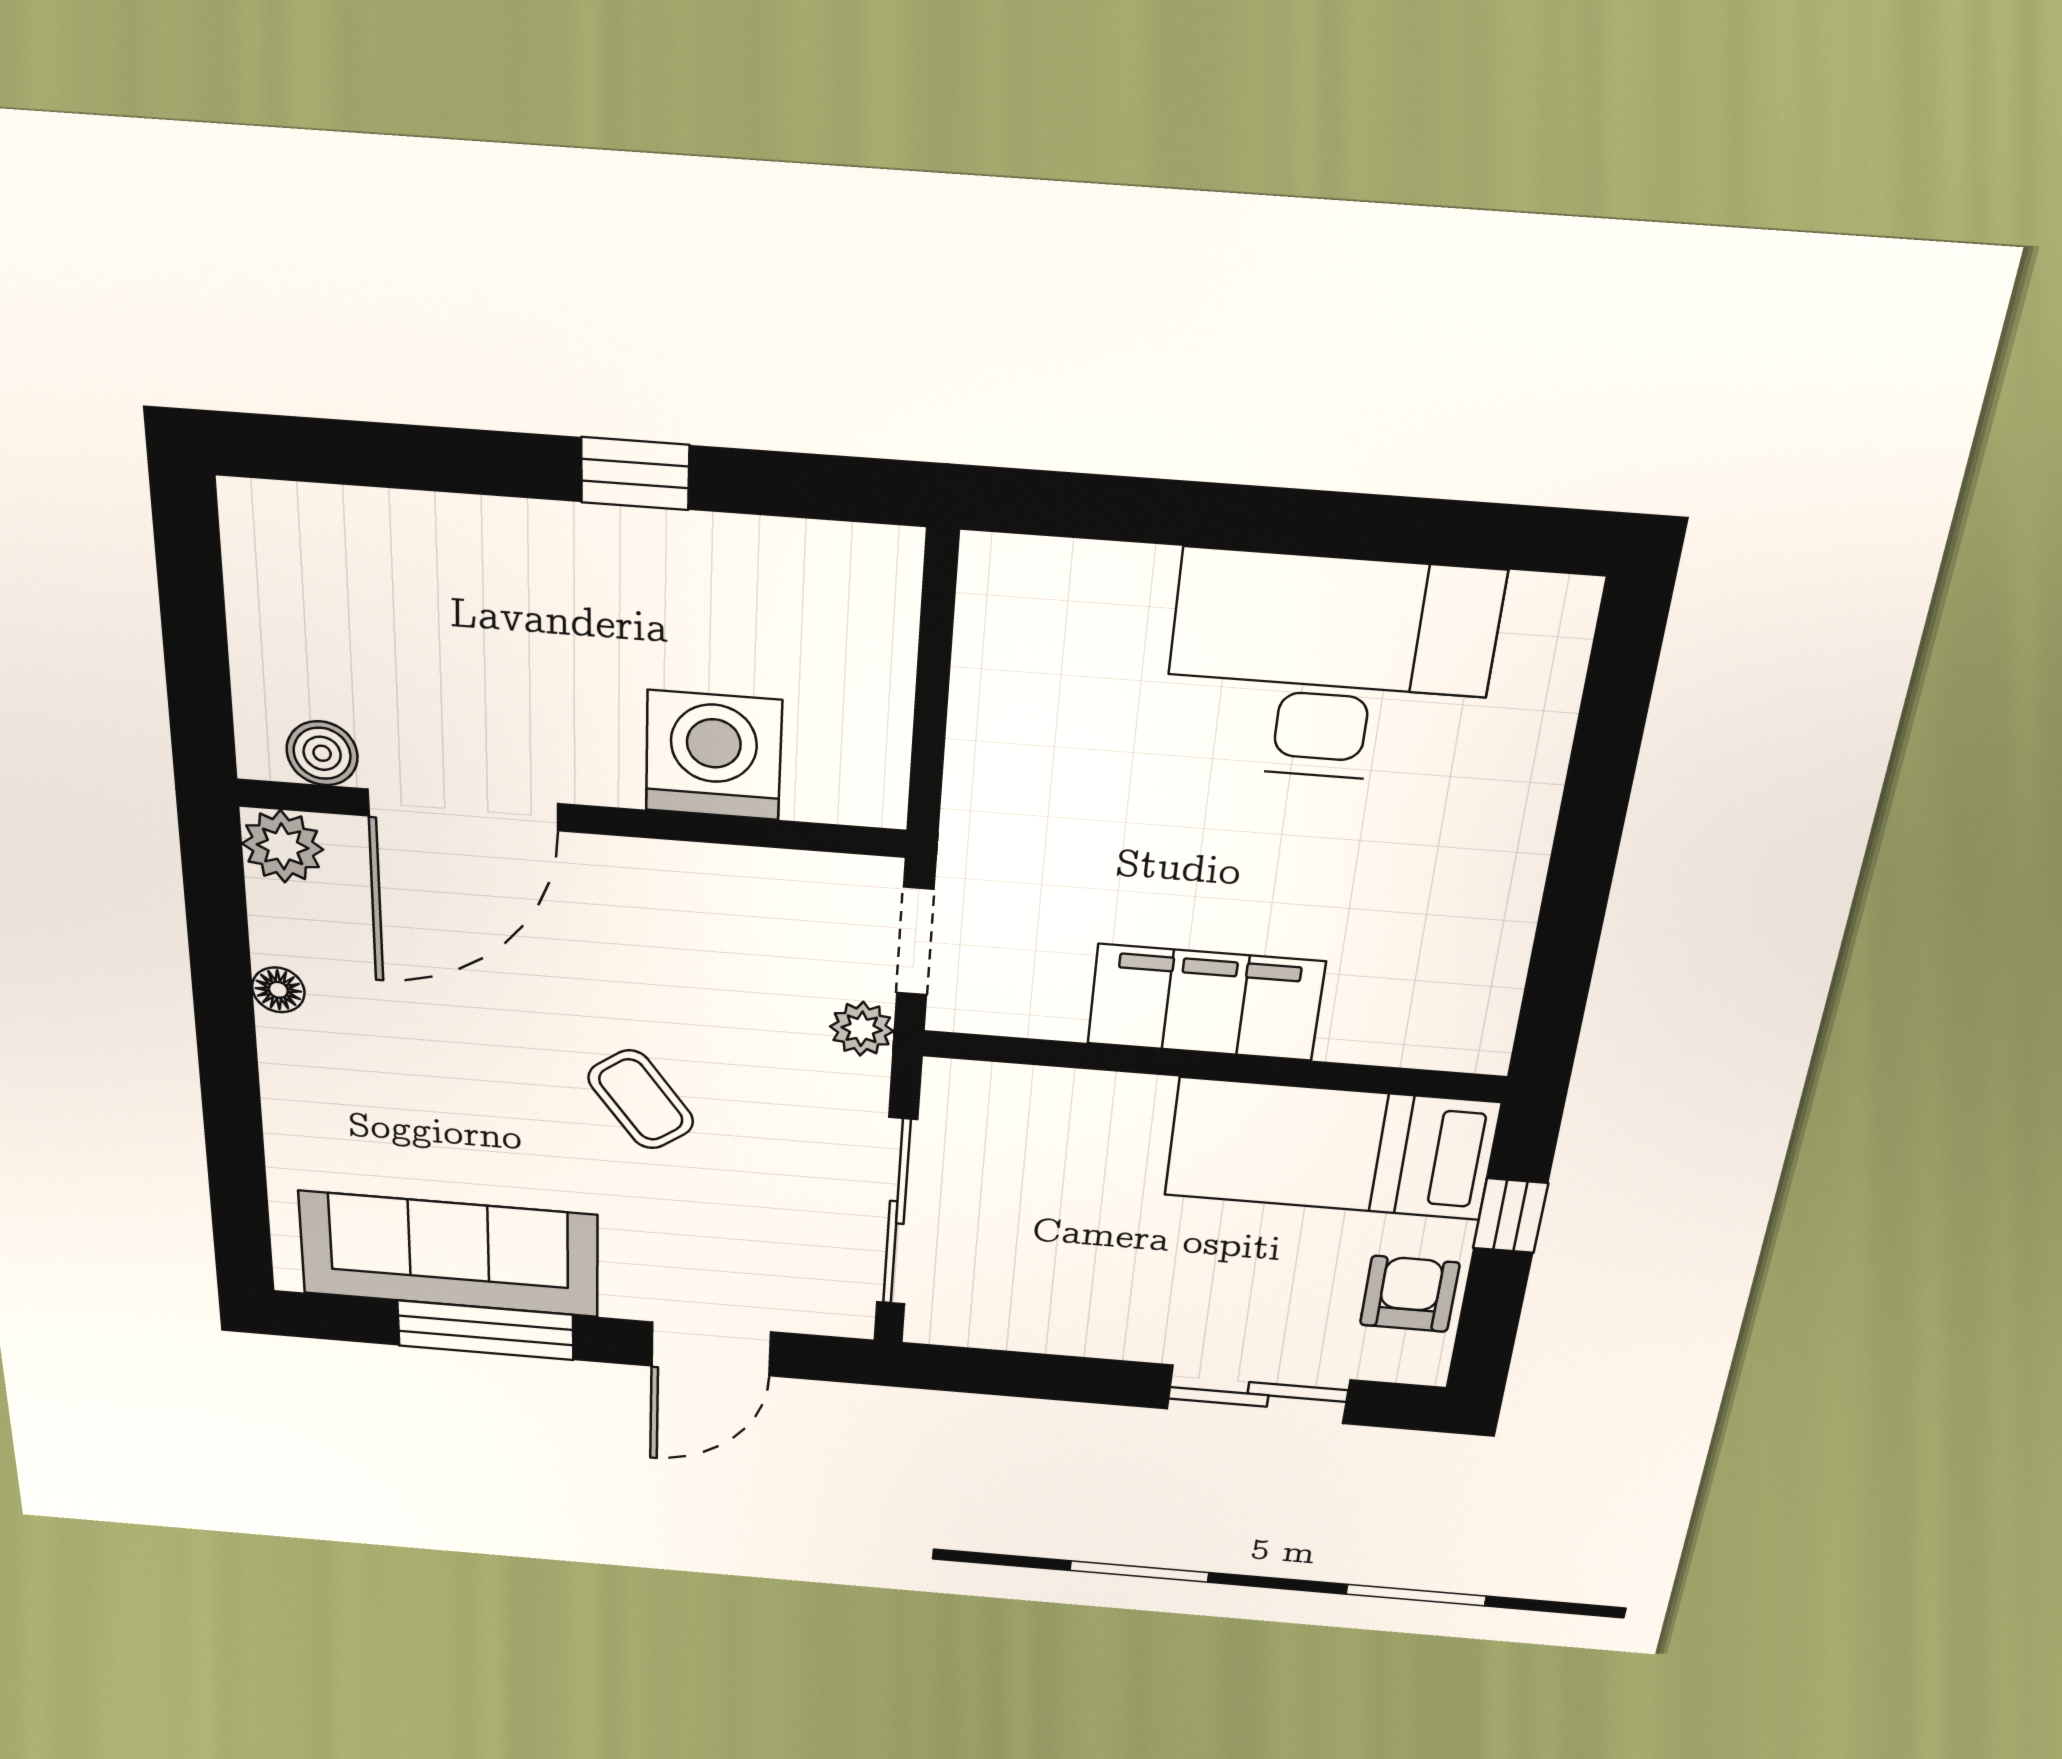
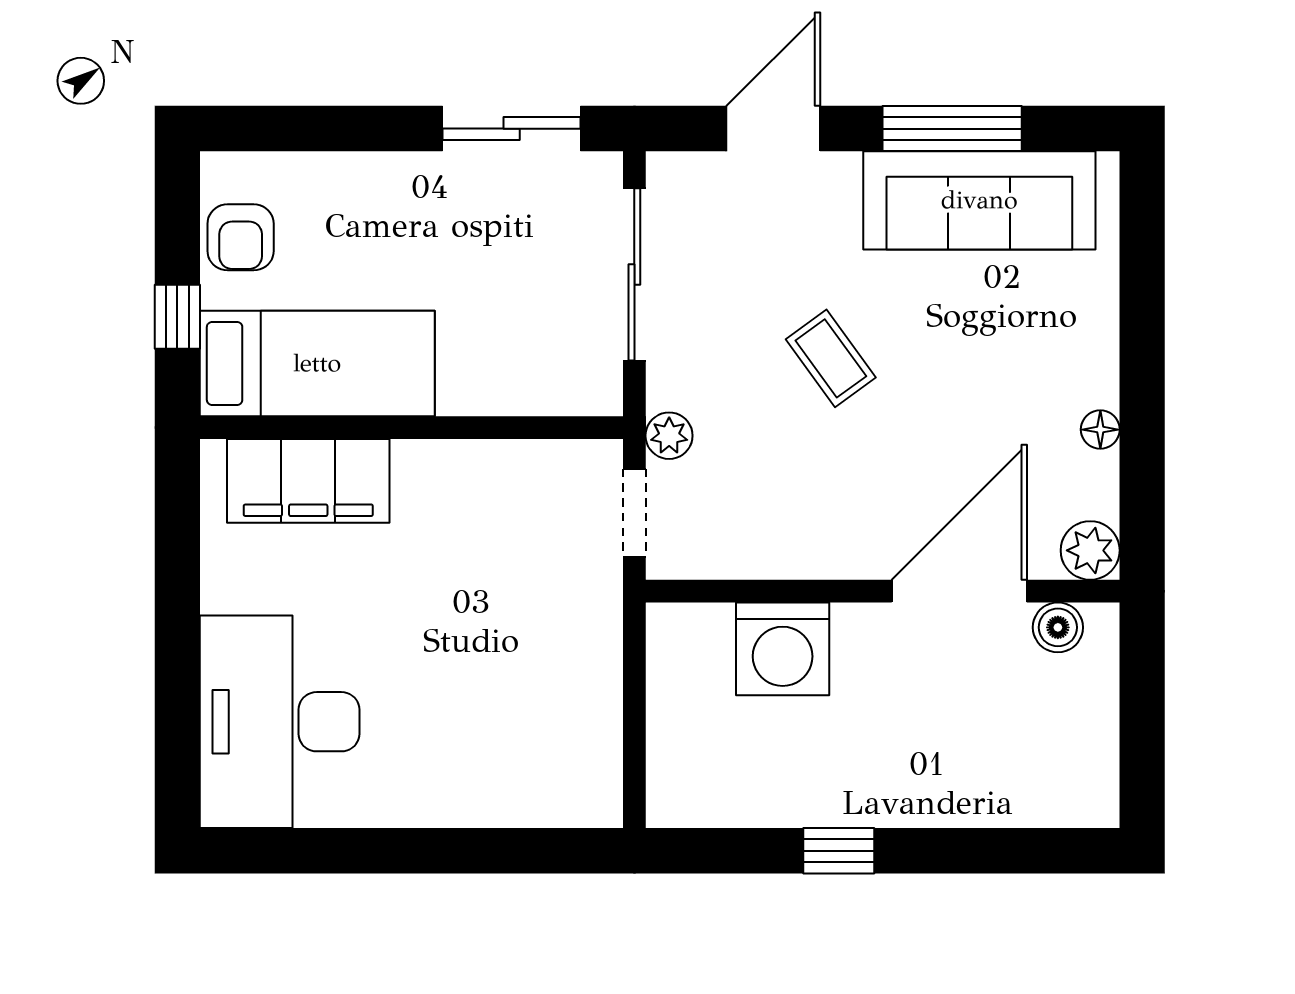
desk: (1329, 669) -> (280, 722), moved, turned 90
filing cabinet: (1206, 1003) -> (308, 481), moved
sliding door: (1258, 1394) -> (512, 129), moved

